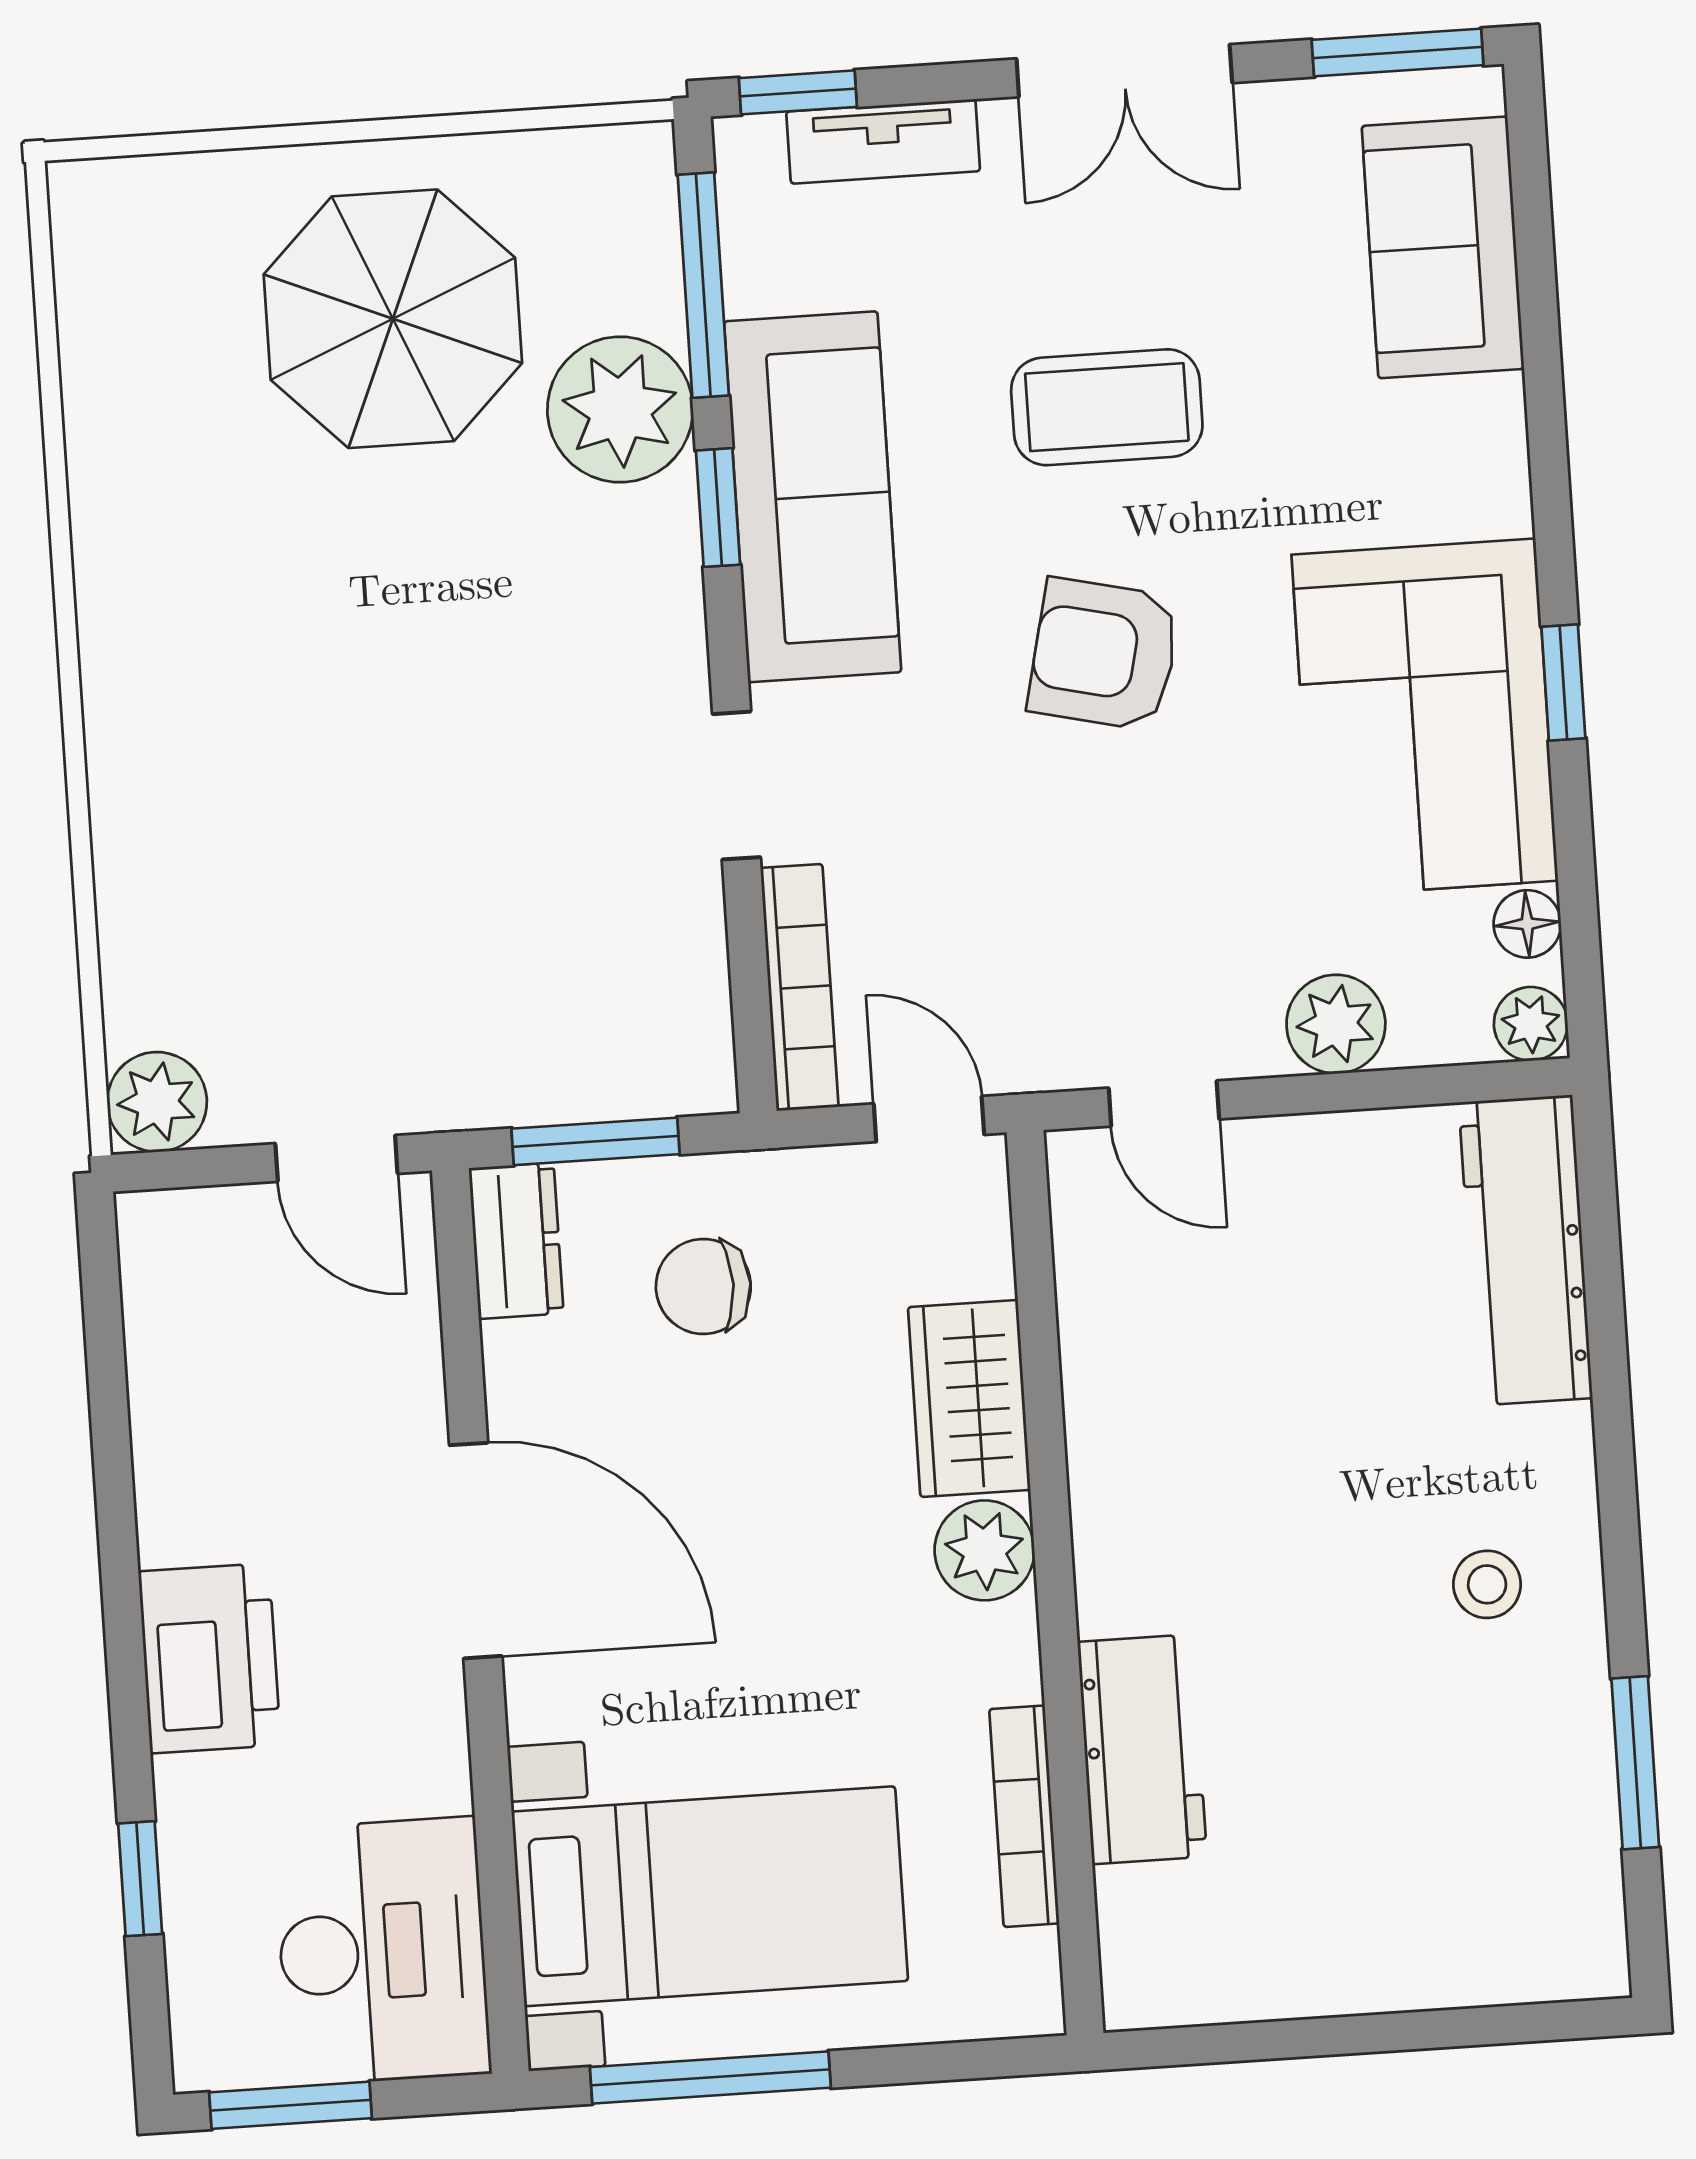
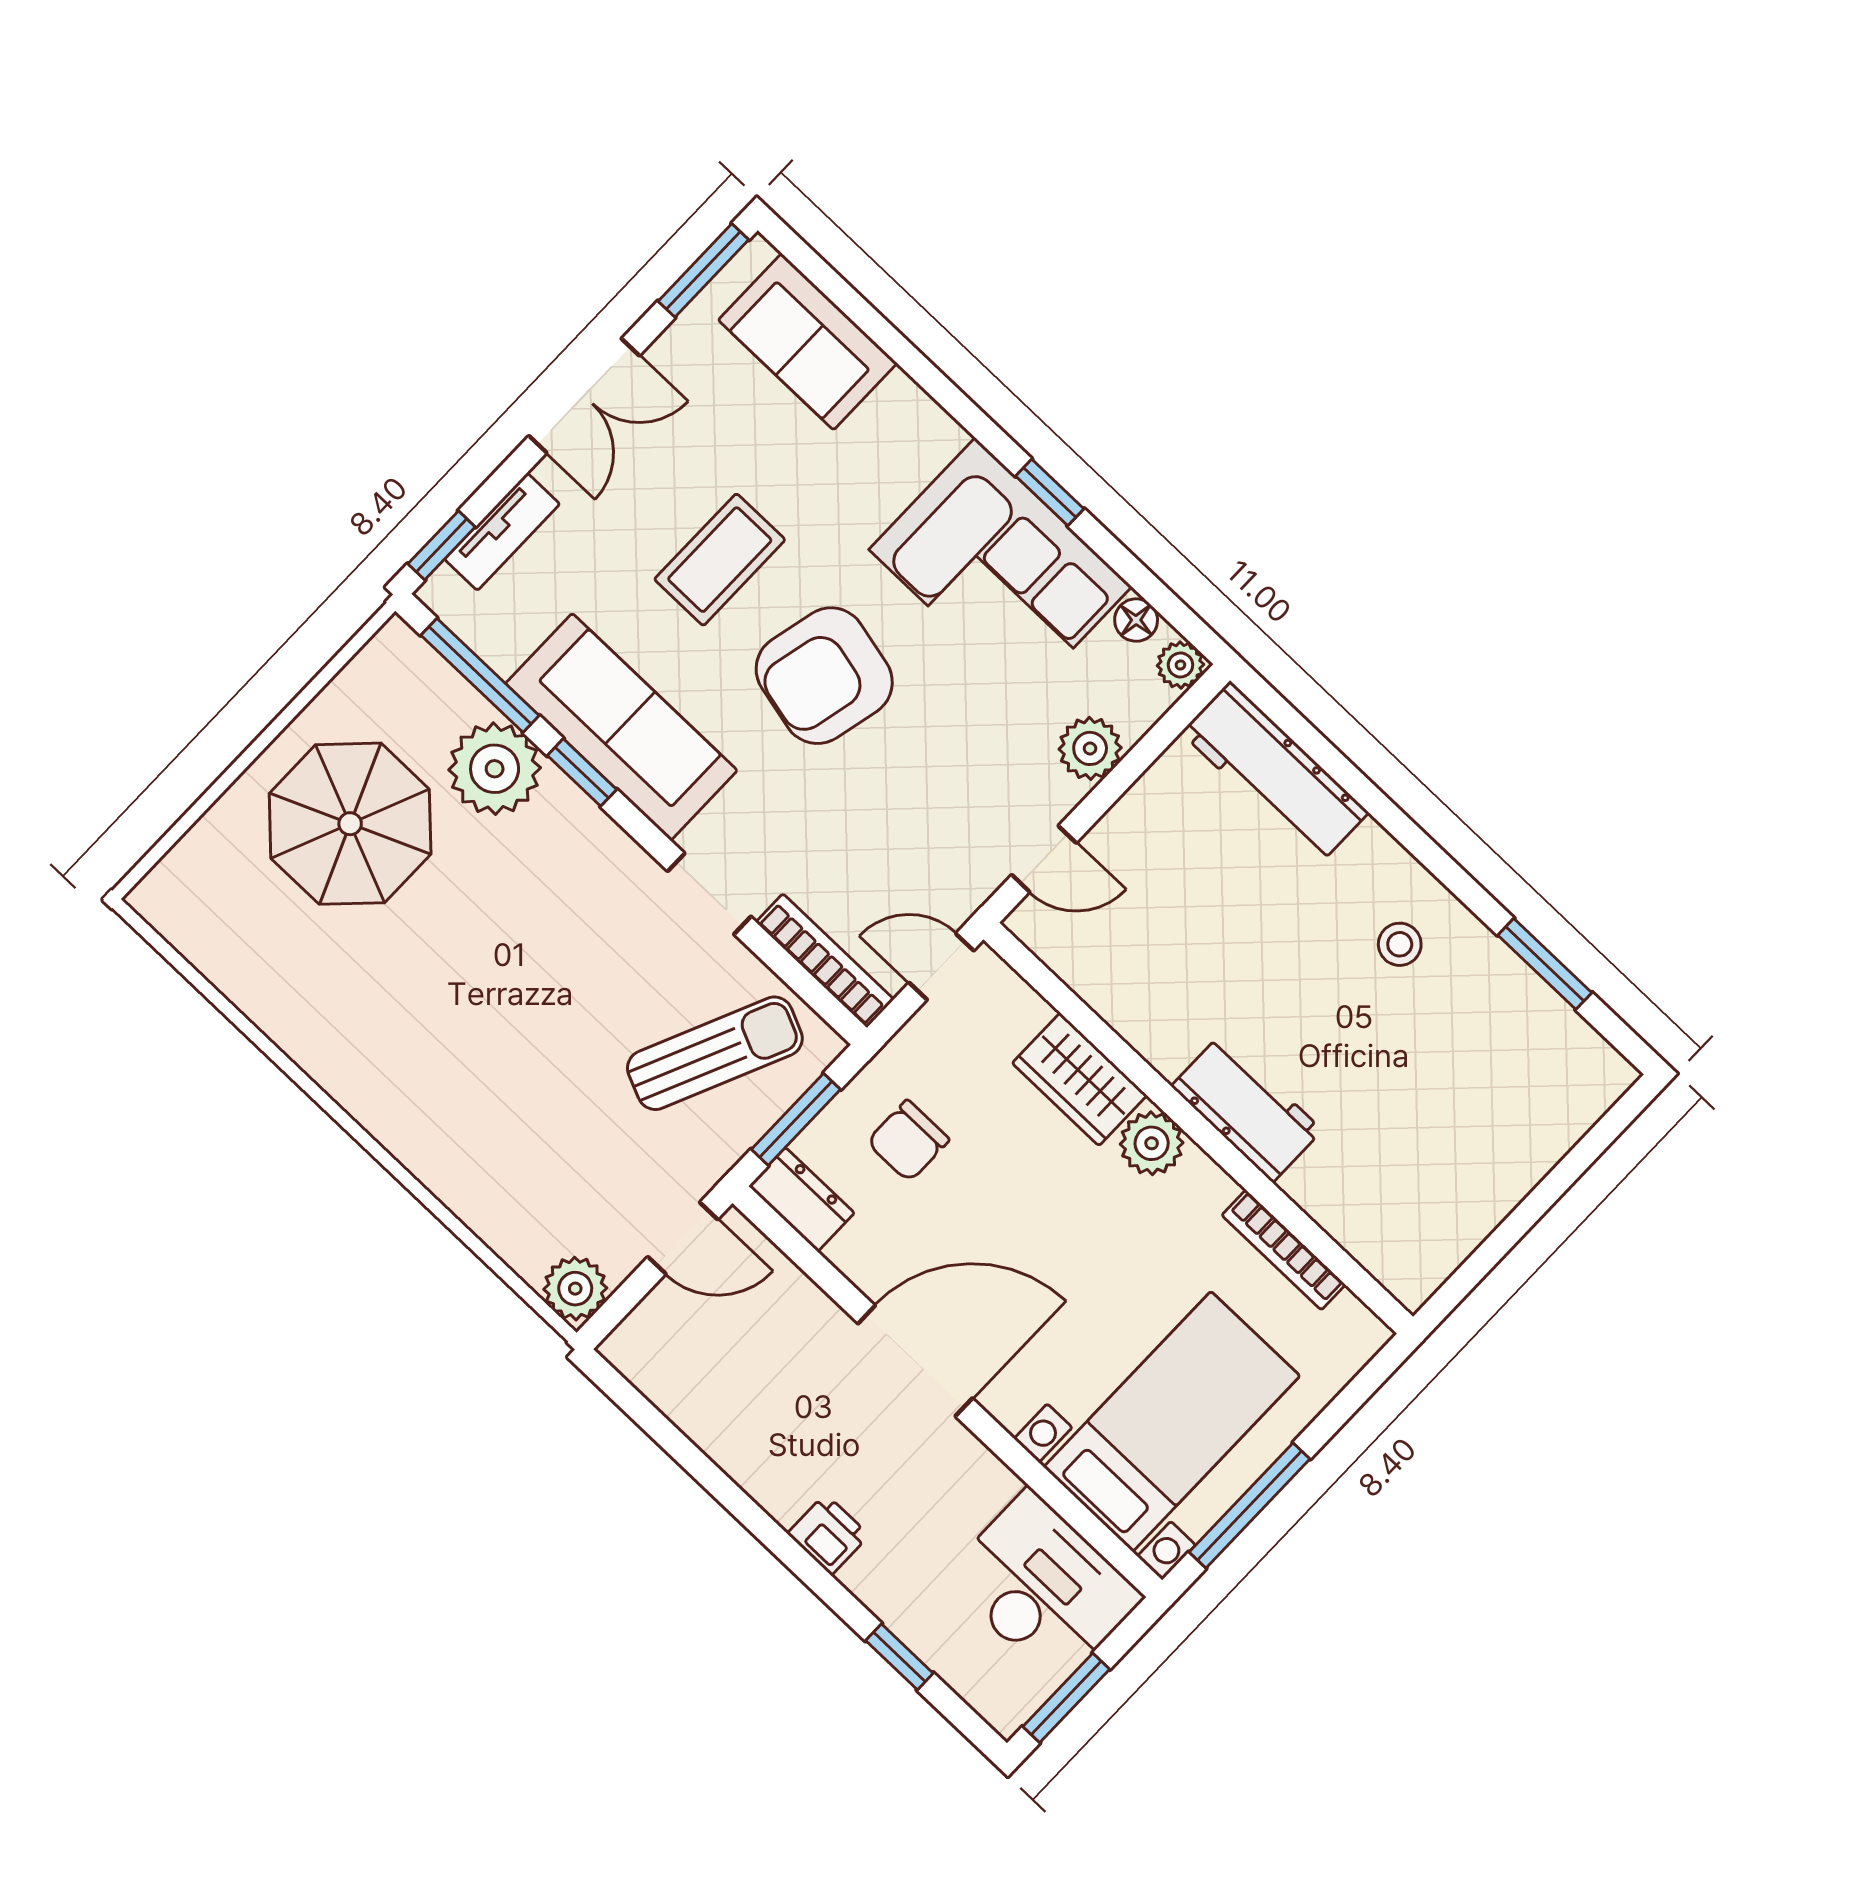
armchair: (1104, 654) -> (824, 676), width x1.36, depth x1.36
sun lounger: (572, 977) -> (715, 1053), added
printer: (210, 1658) -> (828, 1534), width x0.53, depth x0.68
workbench: (1142, 1749) -> (1247, 1108), moved

